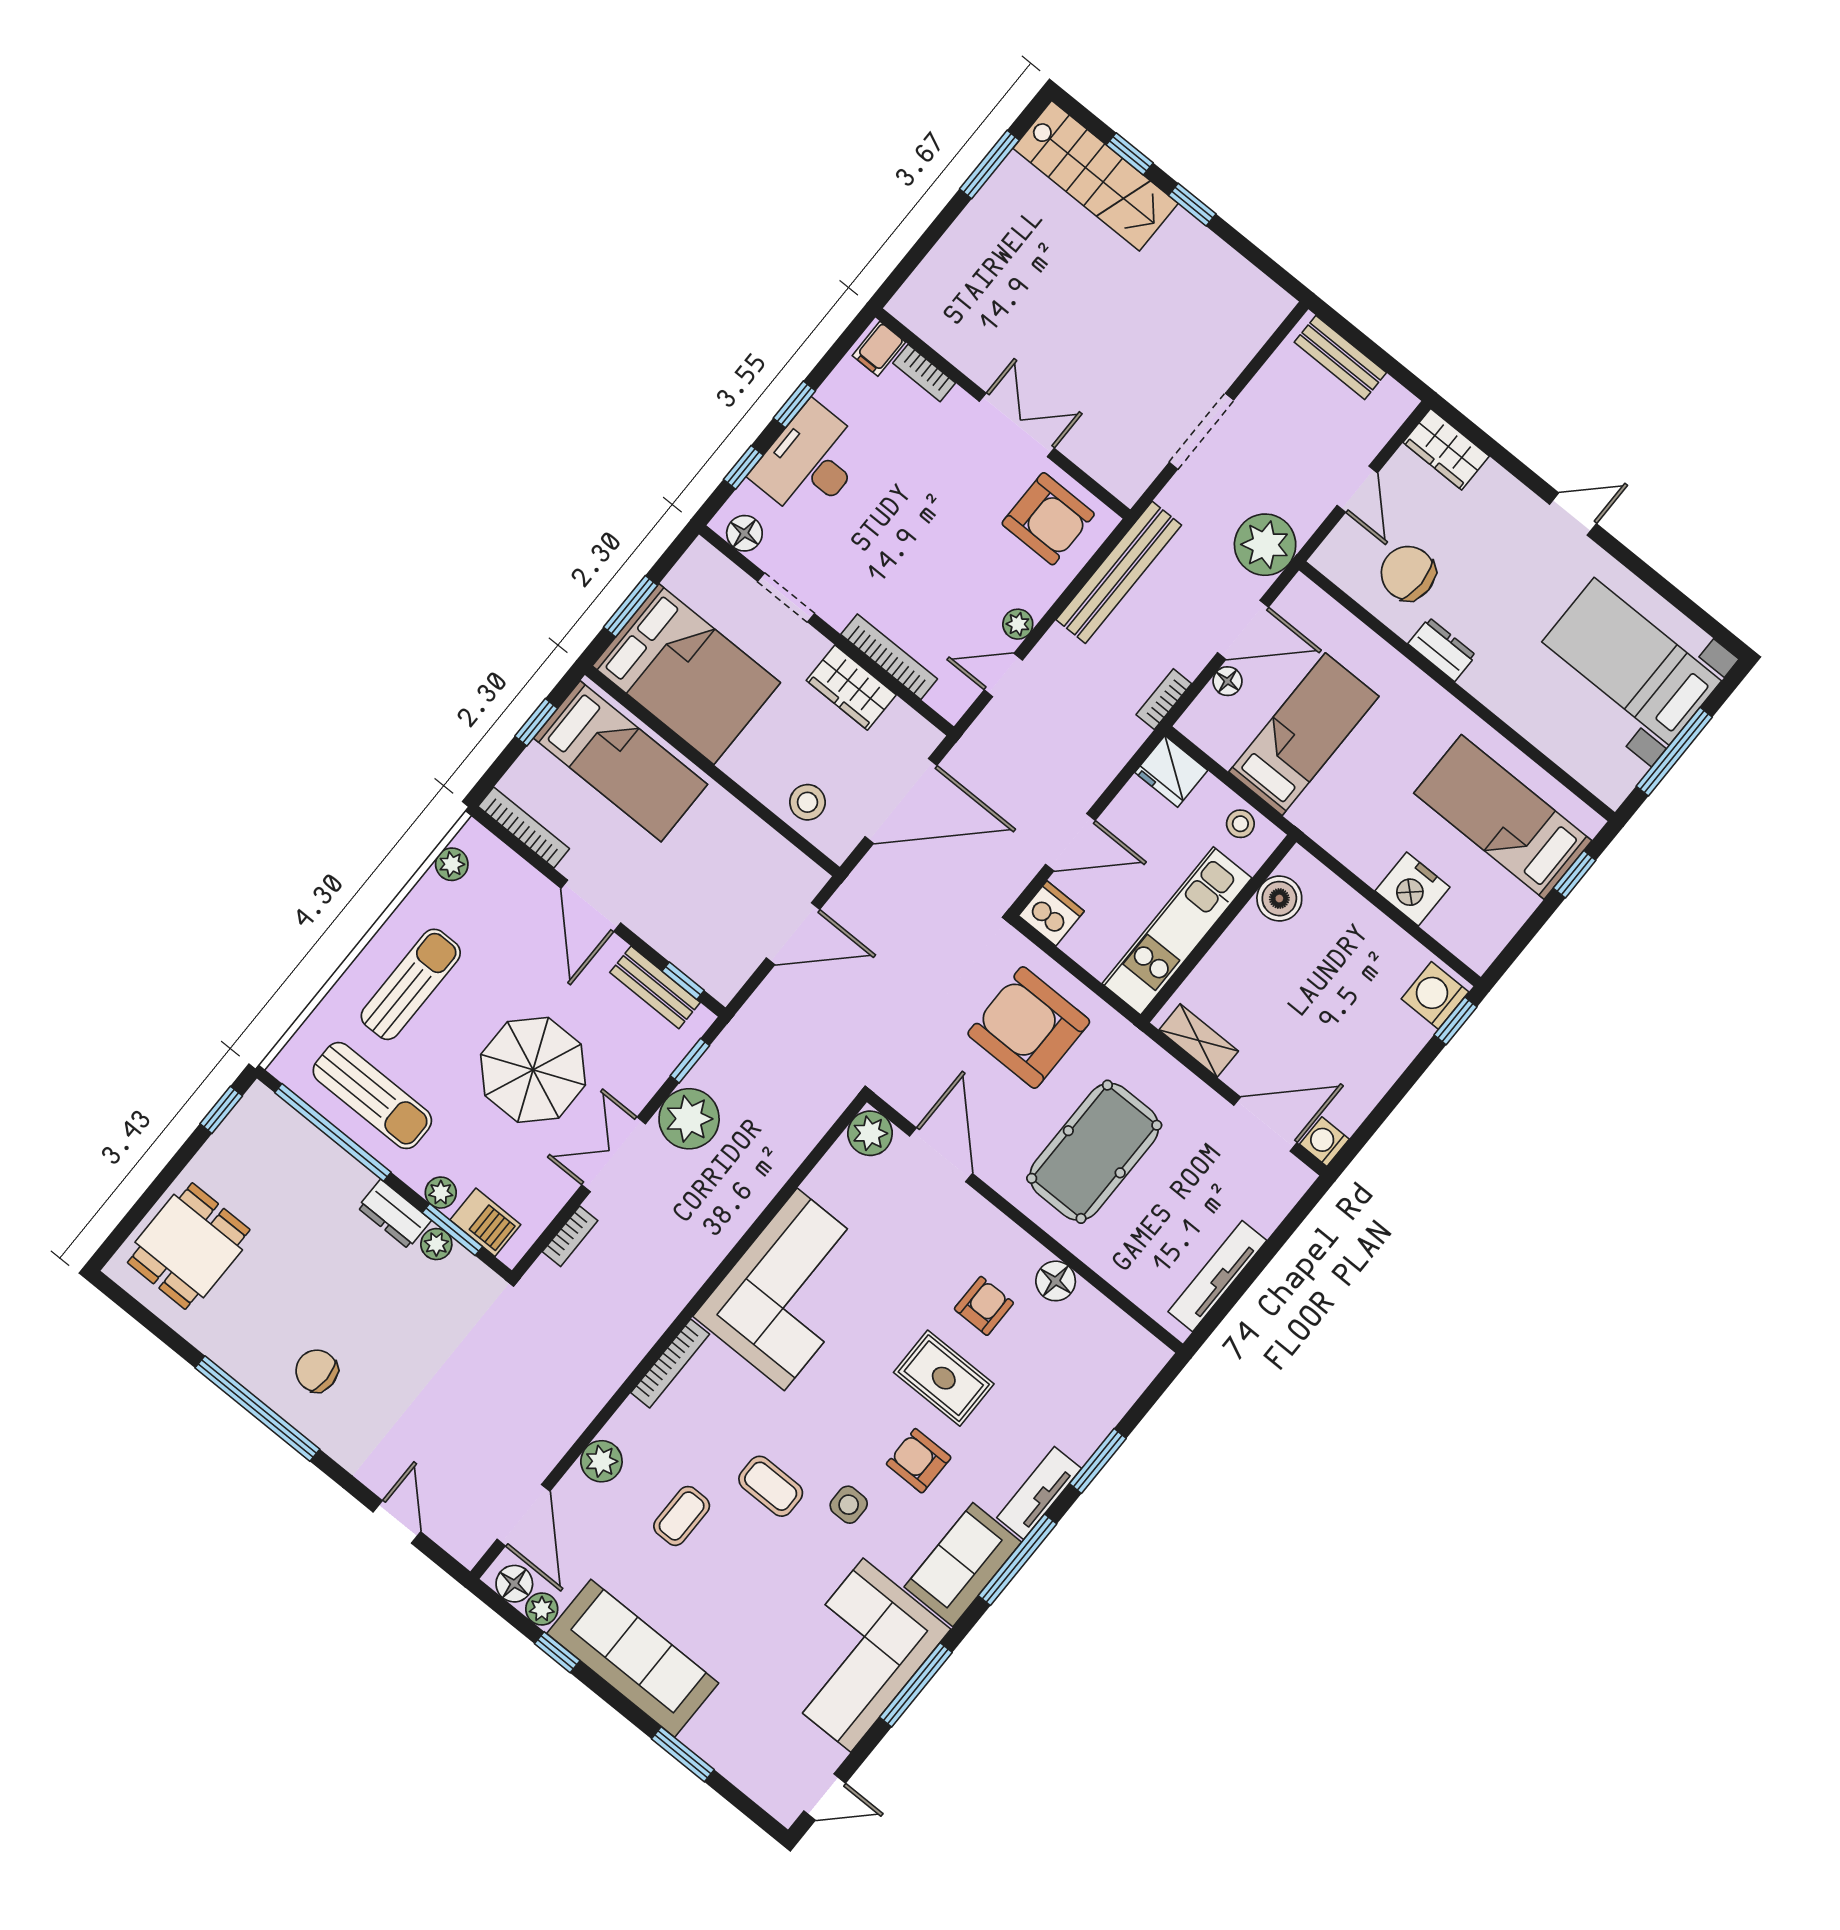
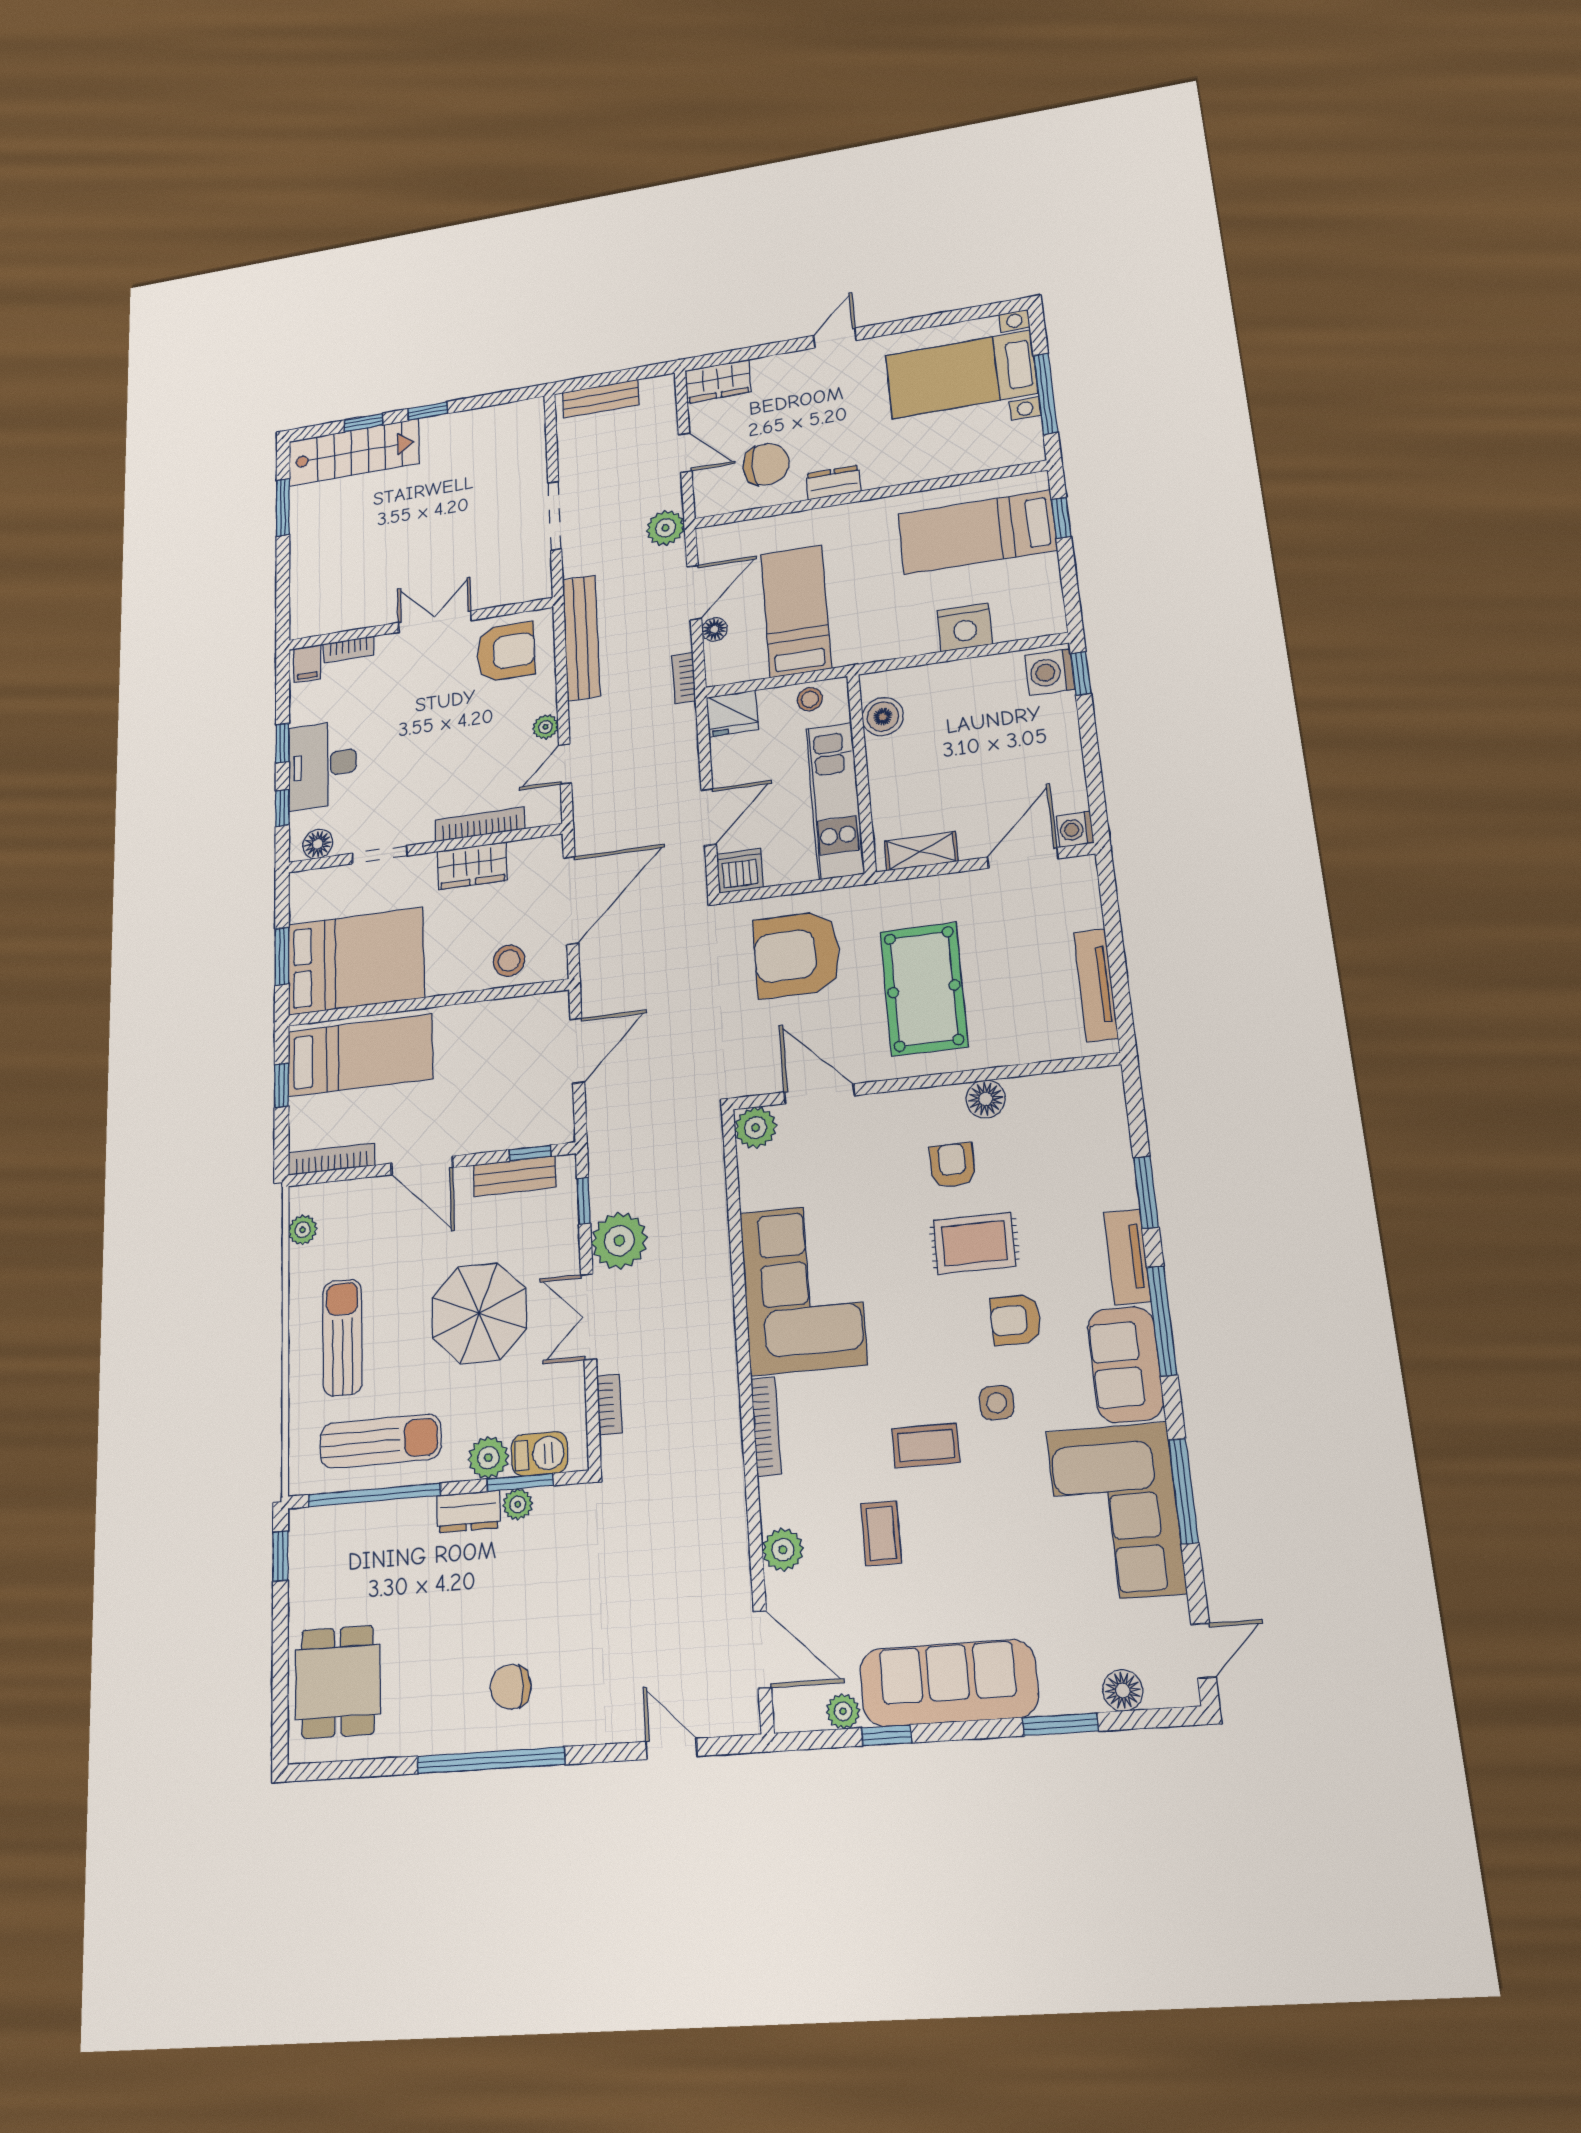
plant: (1265, 545) -> (665, 528), width x0.73, depth x0.73
chair: (1408, 573) -> (766, 464), turned 180
plant: (441, 1193) -> (488, 1458), width x1.38, depth x1.38
floor lamp: (514, 1584) -> (1123, 1690), moved

